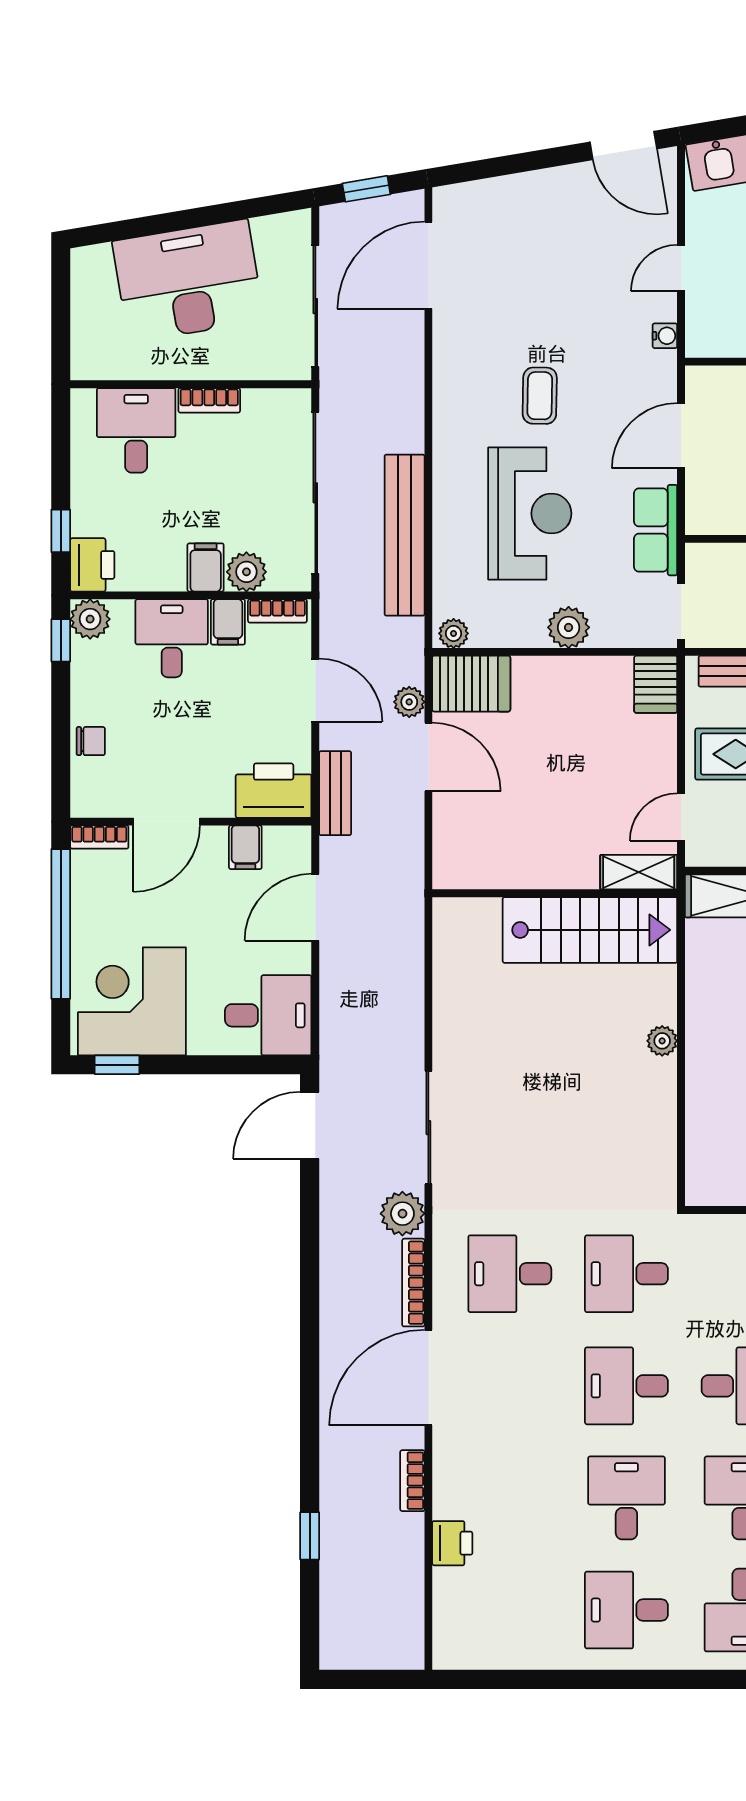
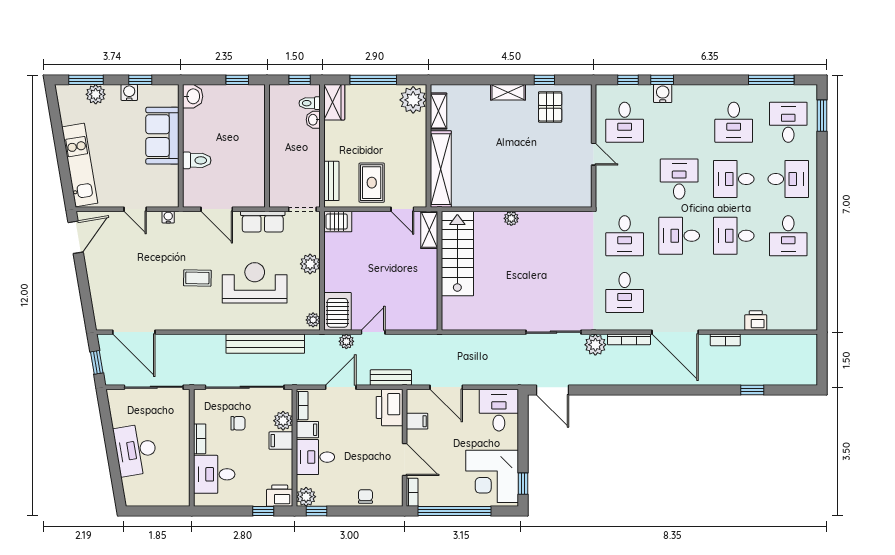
desk: (188, 281) -> (136, 450), width x0.73, depth x0.77
chair: (241, 479) -> (238, 423), added
door: (428, 757) -> (373, 332), width x0.73
desk: (626, 1386) -> (679, 236), turned 90

